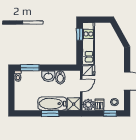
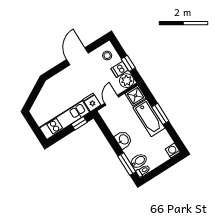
window: (79, 34) -> (79, 123), moved
bidet: (60, 77) -> (139, 161), moved
door: (81, 85) -> (112, 100), hinge flipped
washing machine: (19, 106) -> (173, 151), added
window: (110, 113) -> (128, 63), moved

